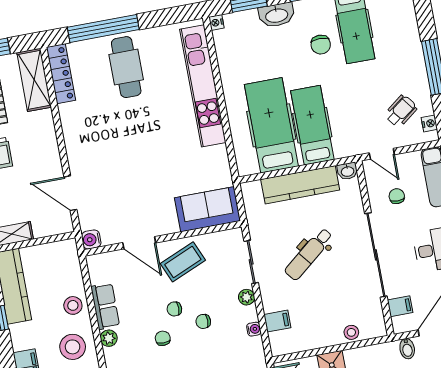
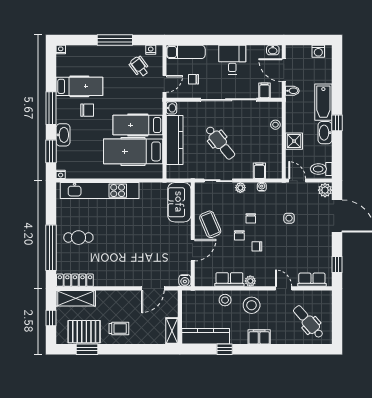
cafe table: (126, 67) -> (78, 238), width x0.73, depth x0.74

